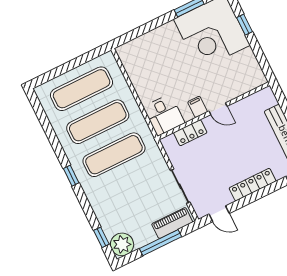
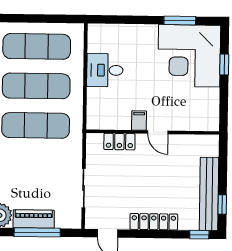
desk: (164, 115) -> (105, 70), moved, turned 90
piano: (172, 223) -> (34, 219), moved

